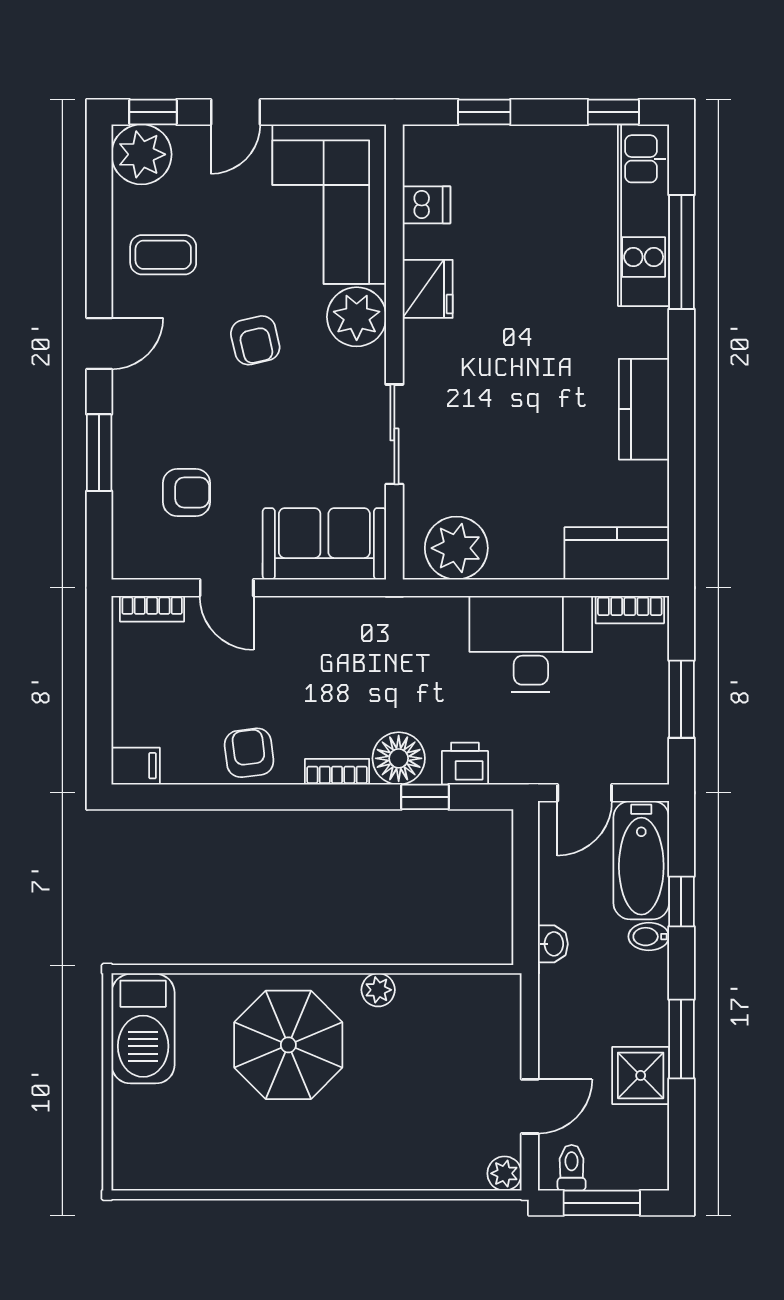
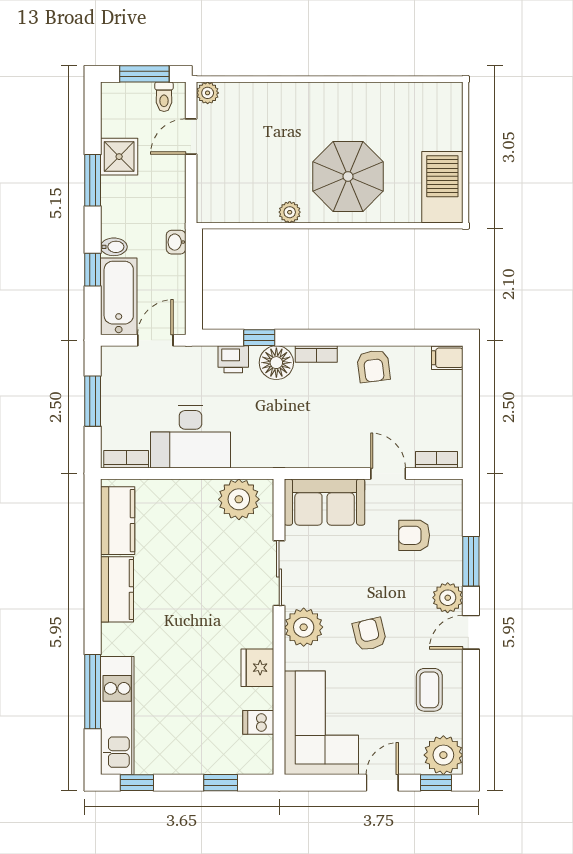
coffee table: (163, 255) -> (429, 690), turned 90
plant: (357, 317) -> (304, 627), moved
plant: (135, 397) -> (448, 598), added
kitchen counter: (617, 553) -> (118, 521), moved, turned -90

